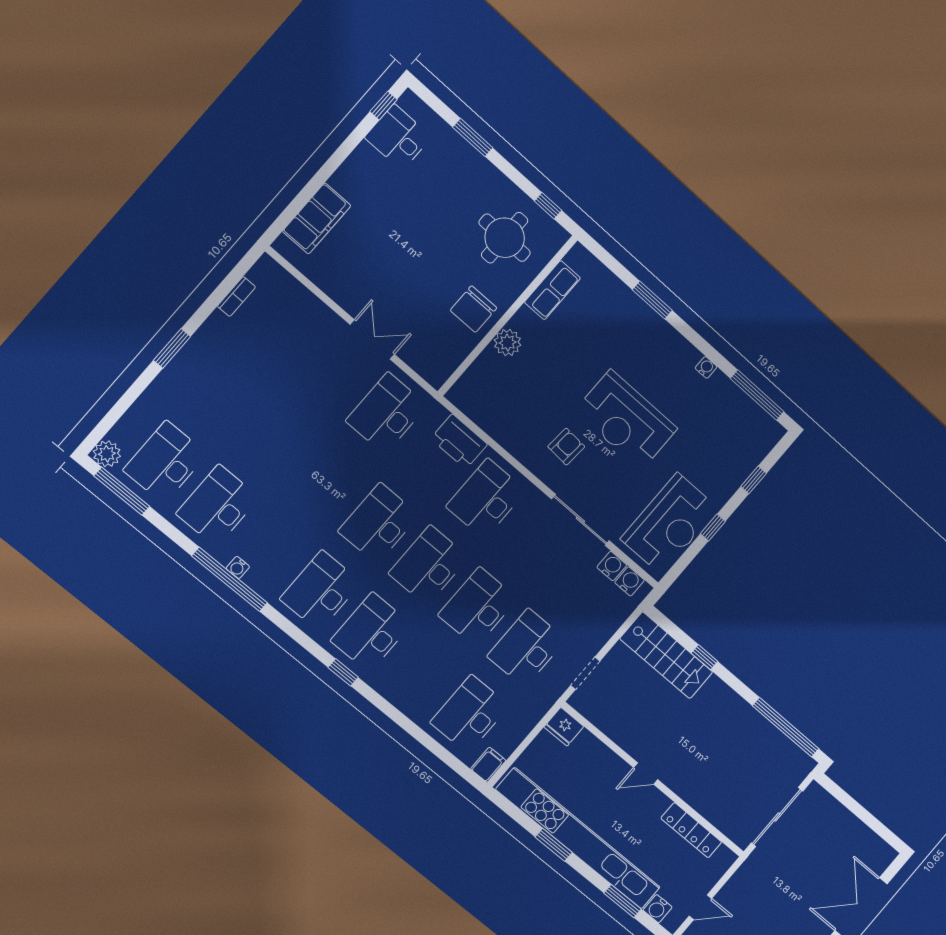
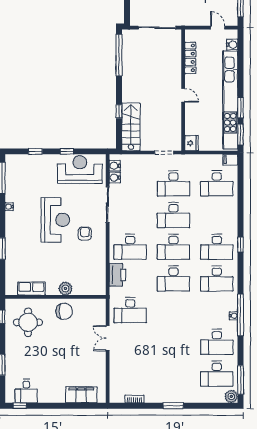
armchair: (566, 447) -> (85, 234), turned 86
window: (623, 901) -> (240, 134), moved

